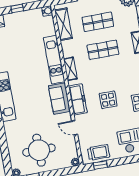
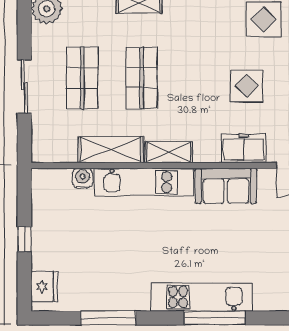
water cooler: (47, 11) -> (82, 178), moved
shelving: (63, 24) -> (111, 150), moved
freezer: (78, 99) -> (244, 148), width x0.71

